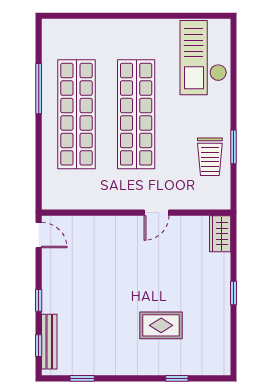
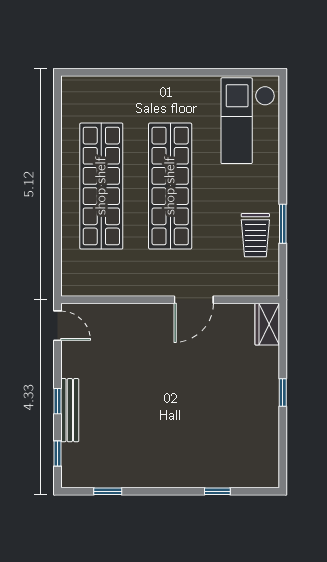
window: (39, 89) -> (58, 156), removed
door: (156, 213) -> (194, 300), width x1.37
rug: (161, 325) -> (199, 430), removed
bench: (49, 342) -> (70, 410), moved

